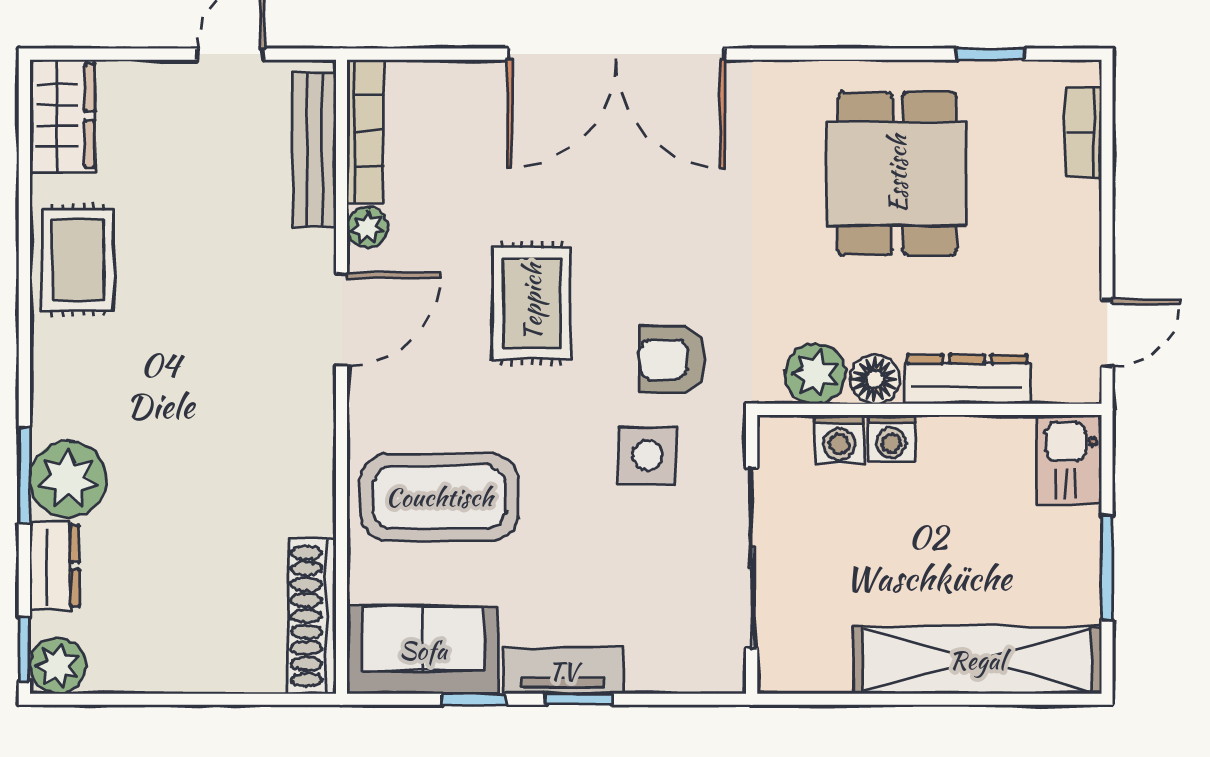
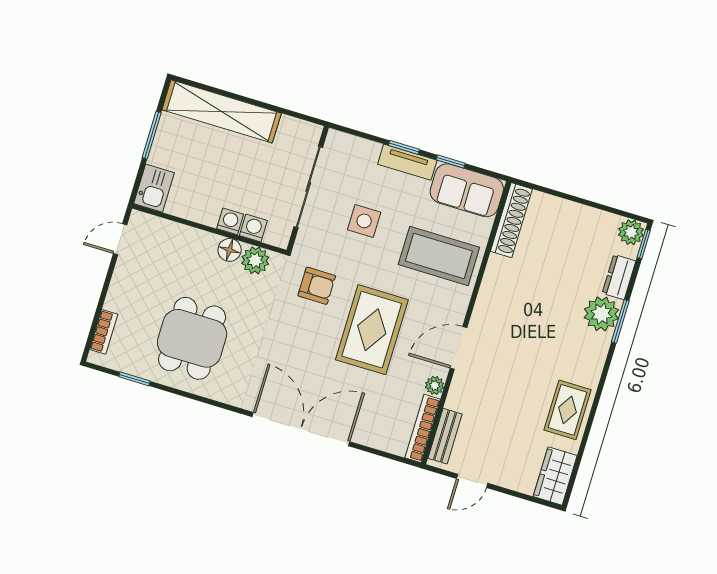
bench: (314, 150) -> (445, 436), width x0.73
rug: (532, 303) -> (372, 330), width x1.36, depth x1.43
dresser: (967, 379) -> (188, 238), removed
side table: (648, 456) -> (364, 221), moved

